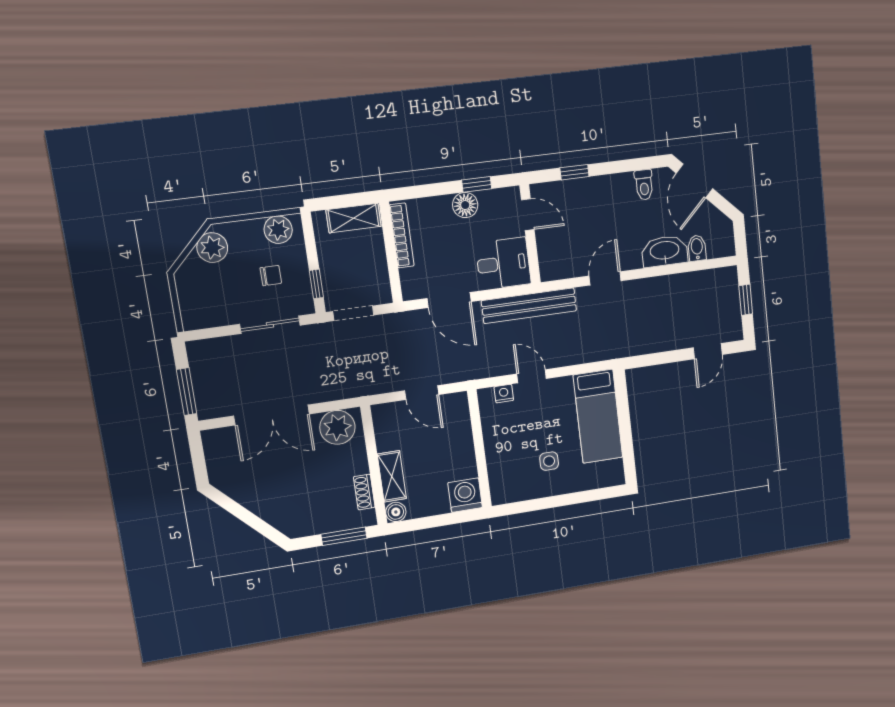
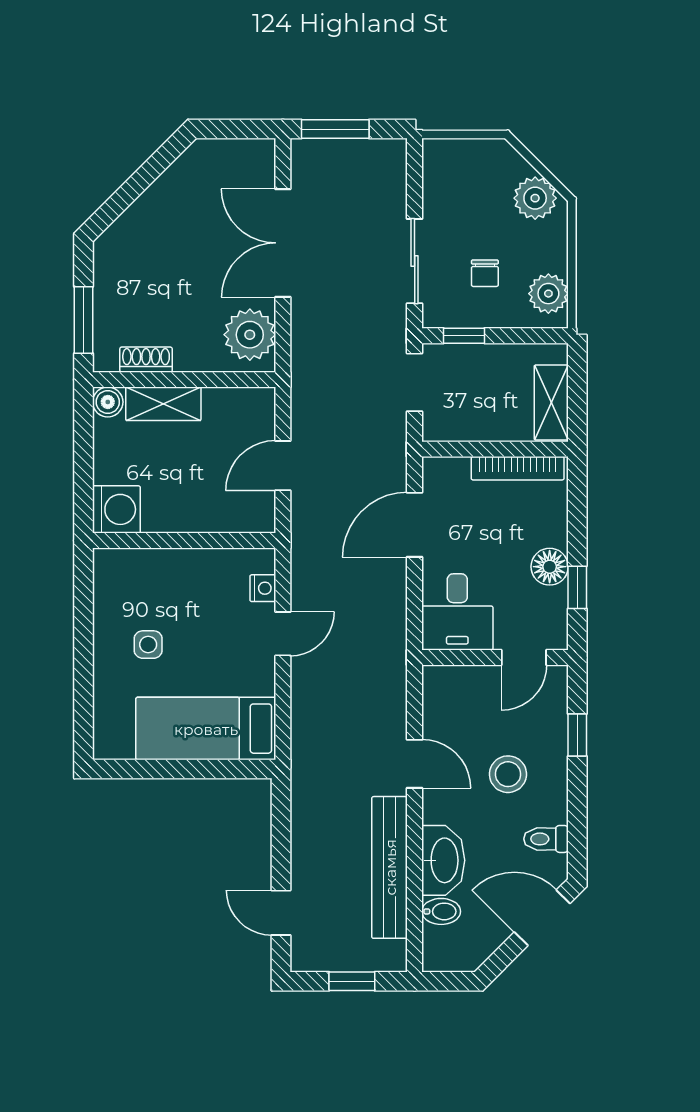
stool: (605, 216) -> (508, 774), added
bench: (529, 306) -> (390, 867), moved

